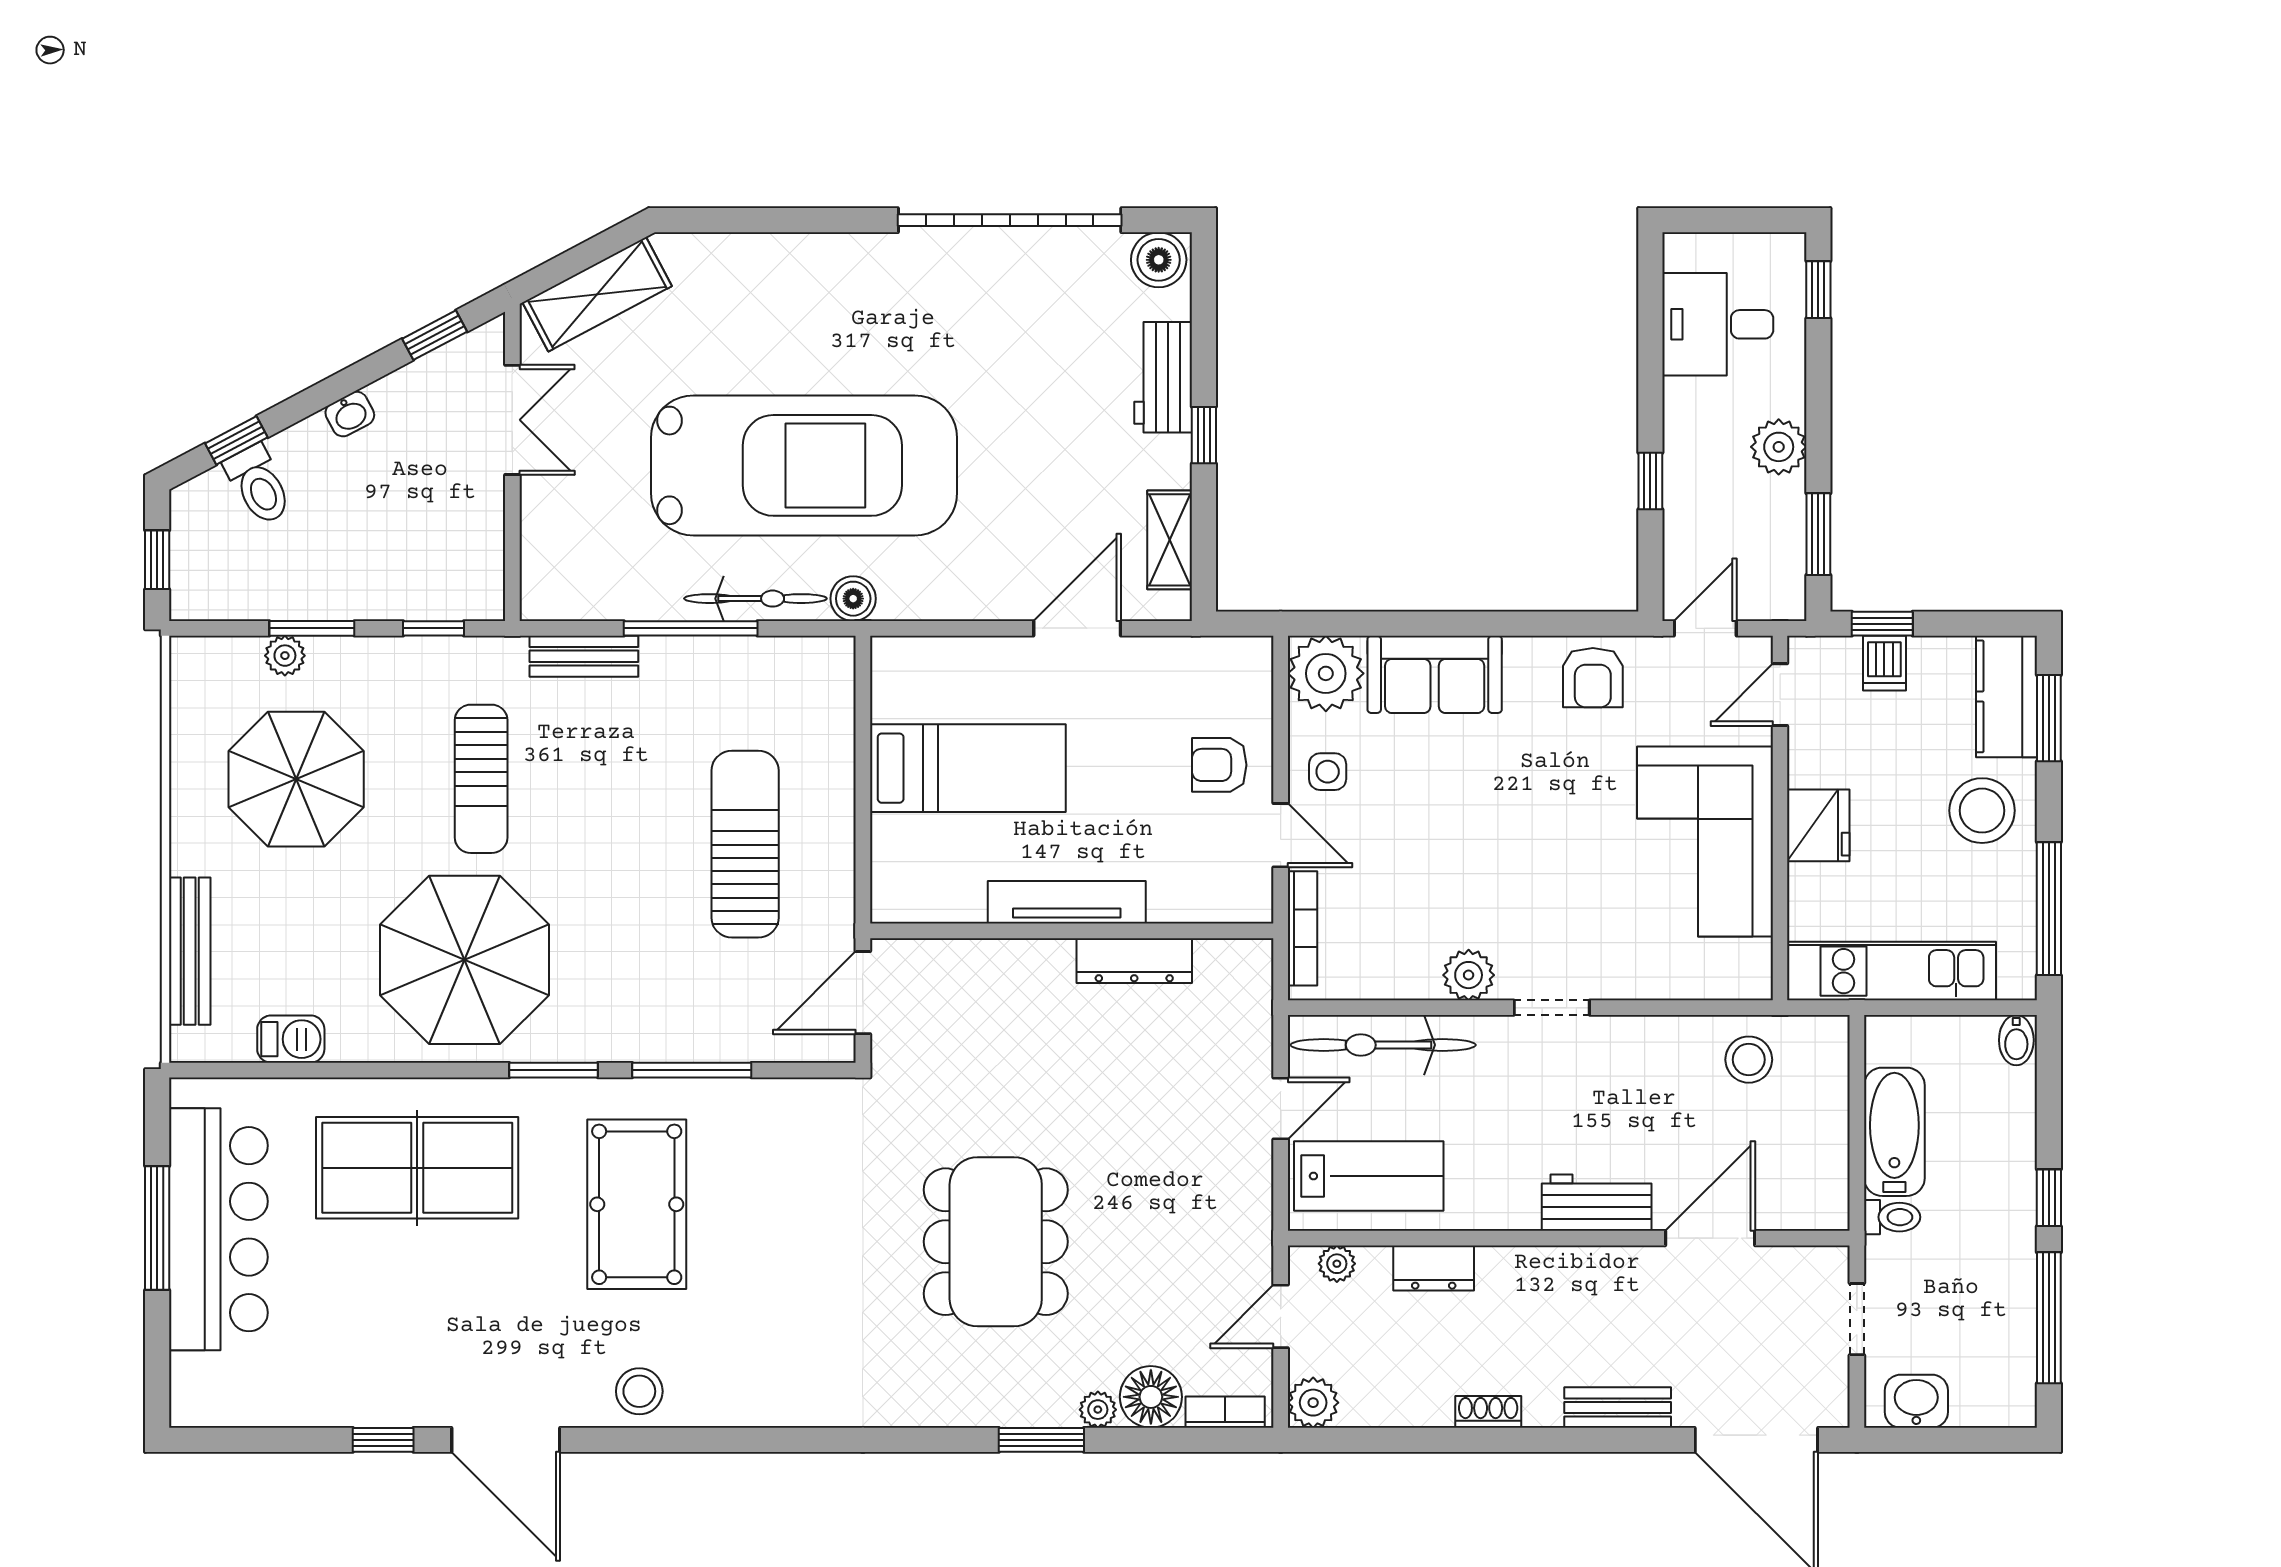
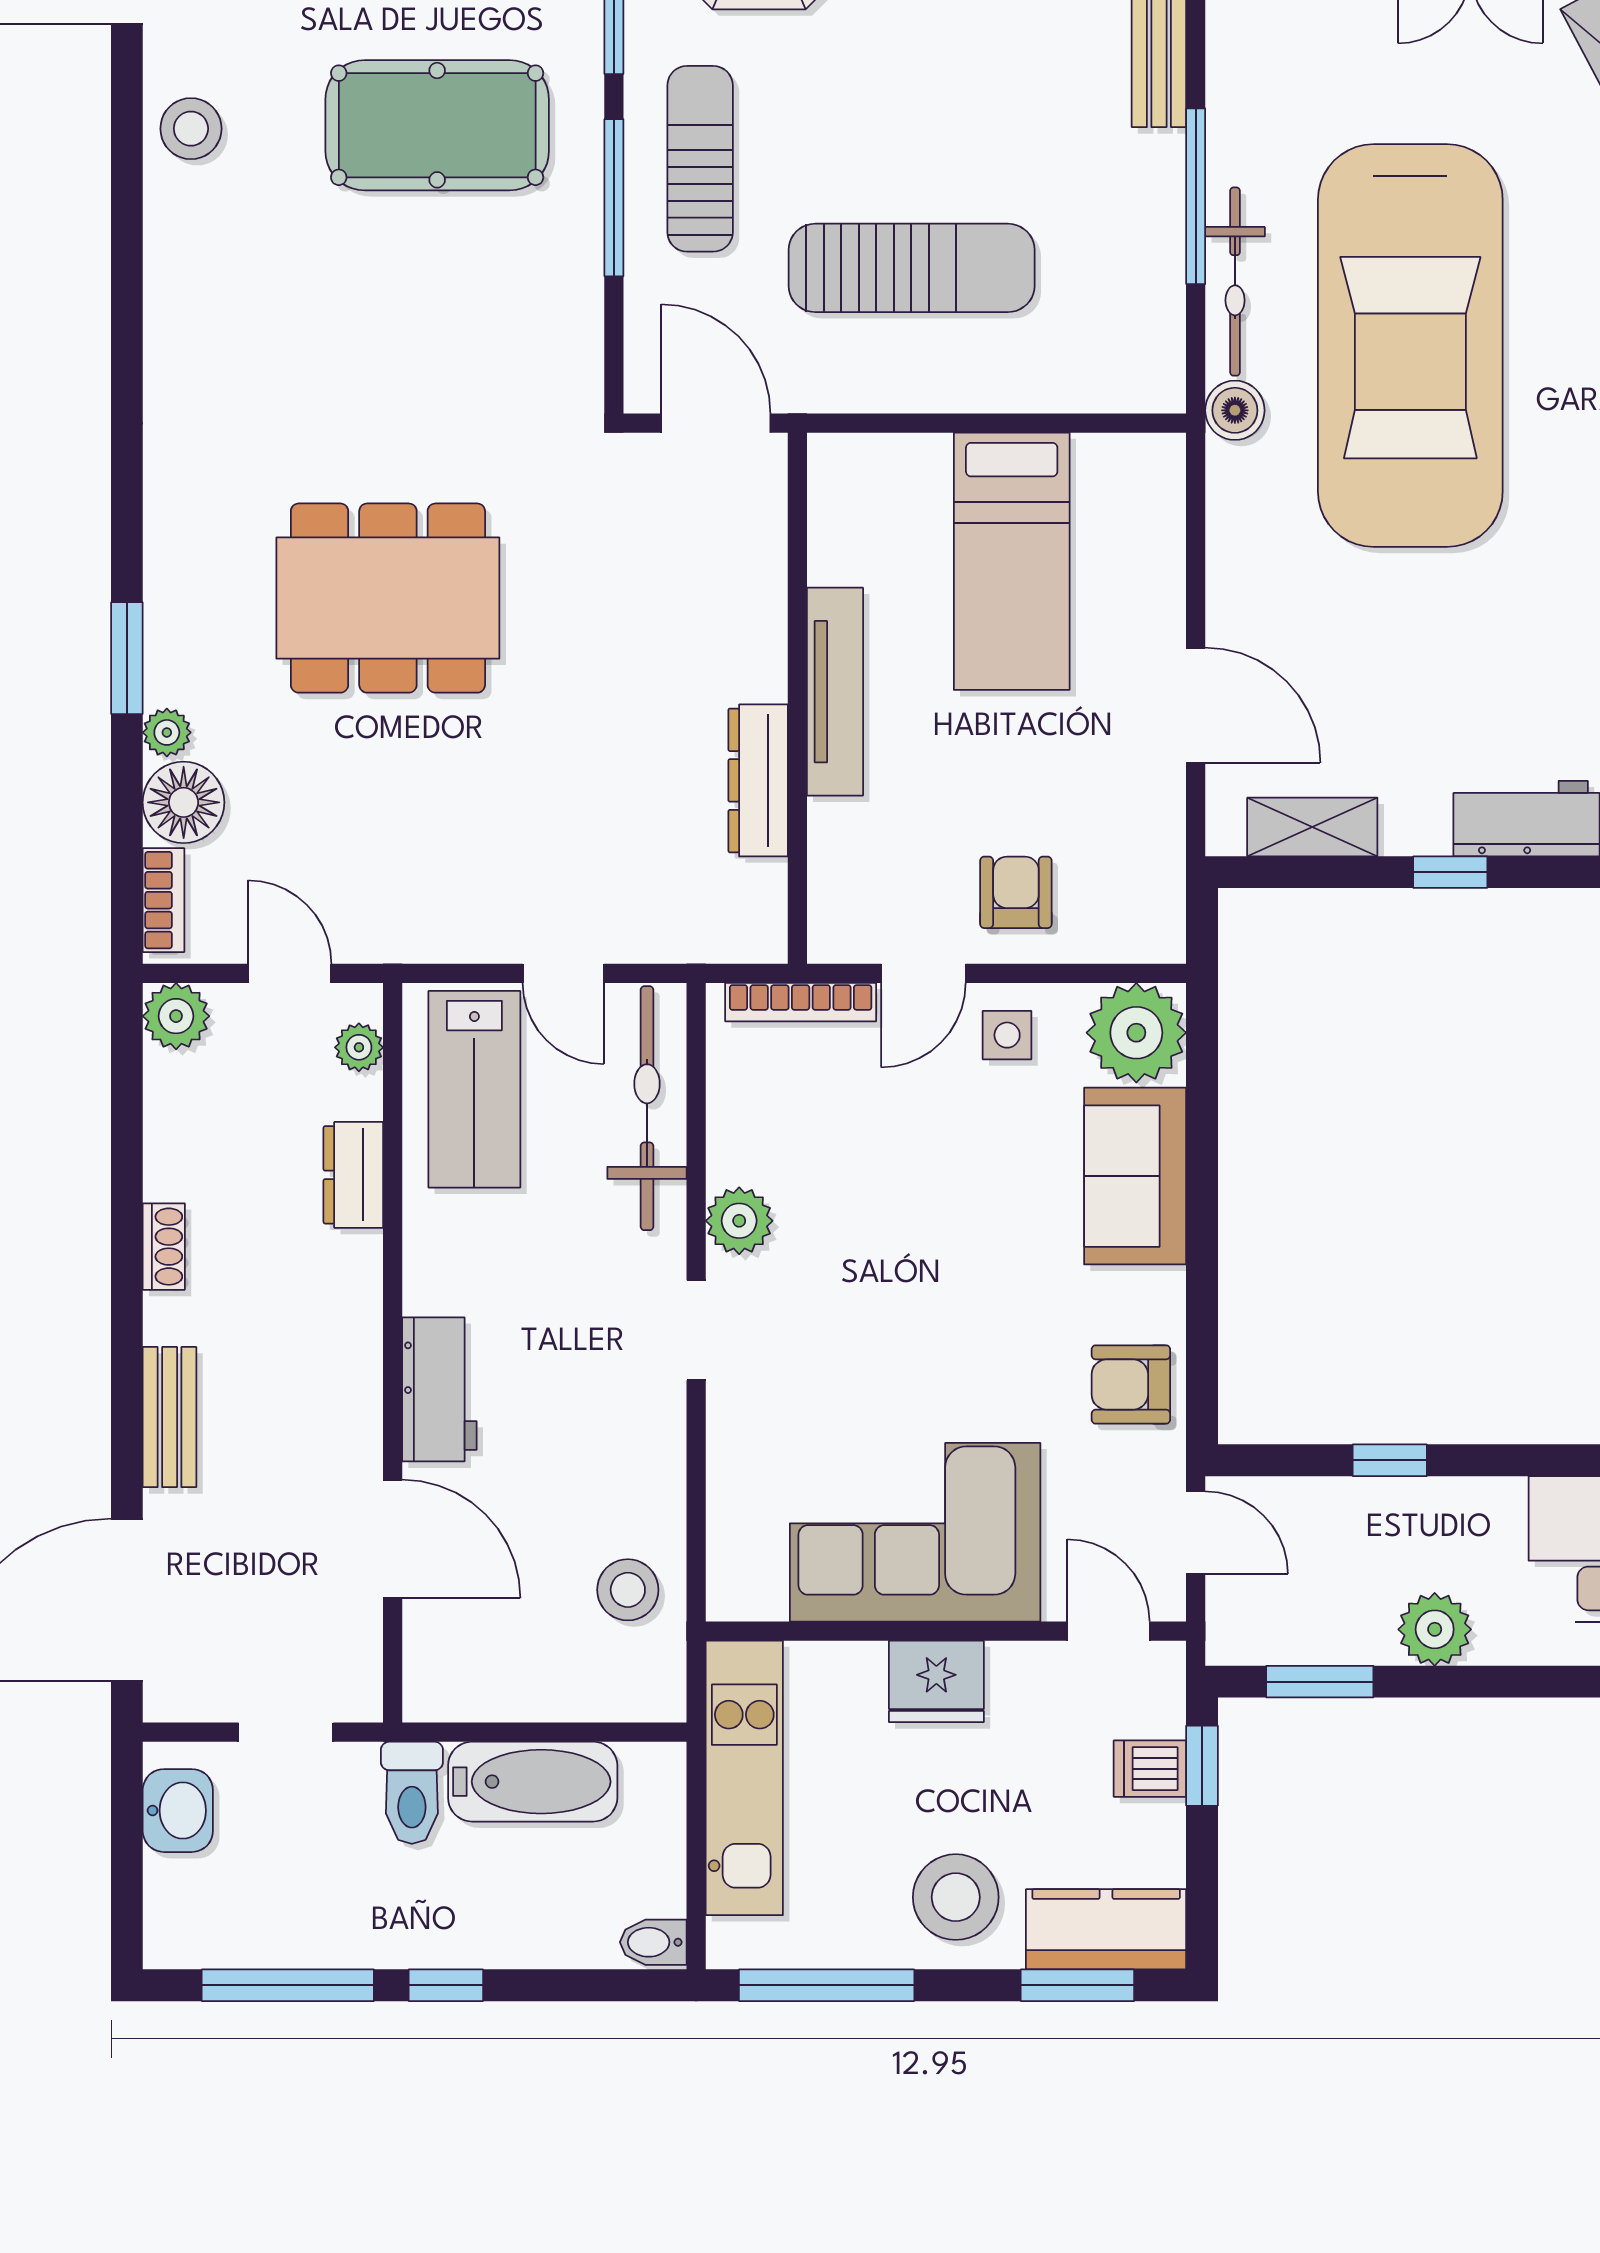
sun lounger: (662, 1005) -> (700, 159), added
toilet: (1892, 1217) -> (412, 1793), width x1.37, depth x1.39

